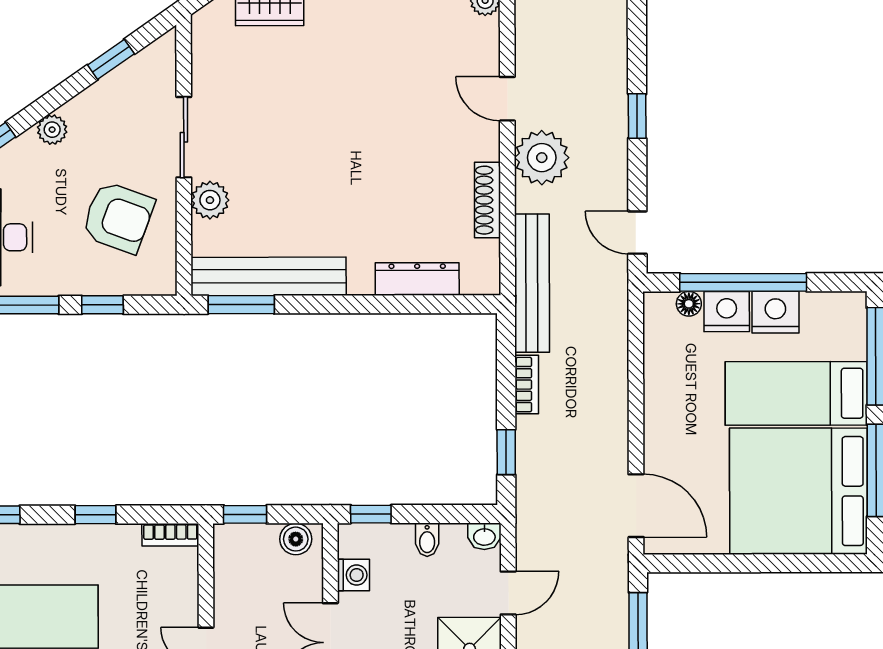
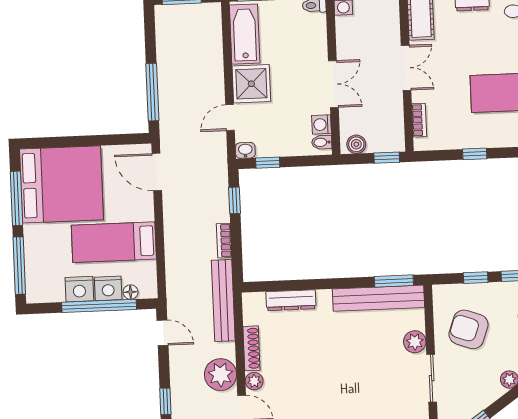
plant: (485, 144) -> (254, 381), added
bed: (796, 393) -> (114, 242), moved, turned 180
window: (371, 514) -> (268, 163), moved
bookcase: (170, 535) -> (419, 120), moved, turned 90
bidet: (427, 540) -> (322, 142), moved, turned -90

